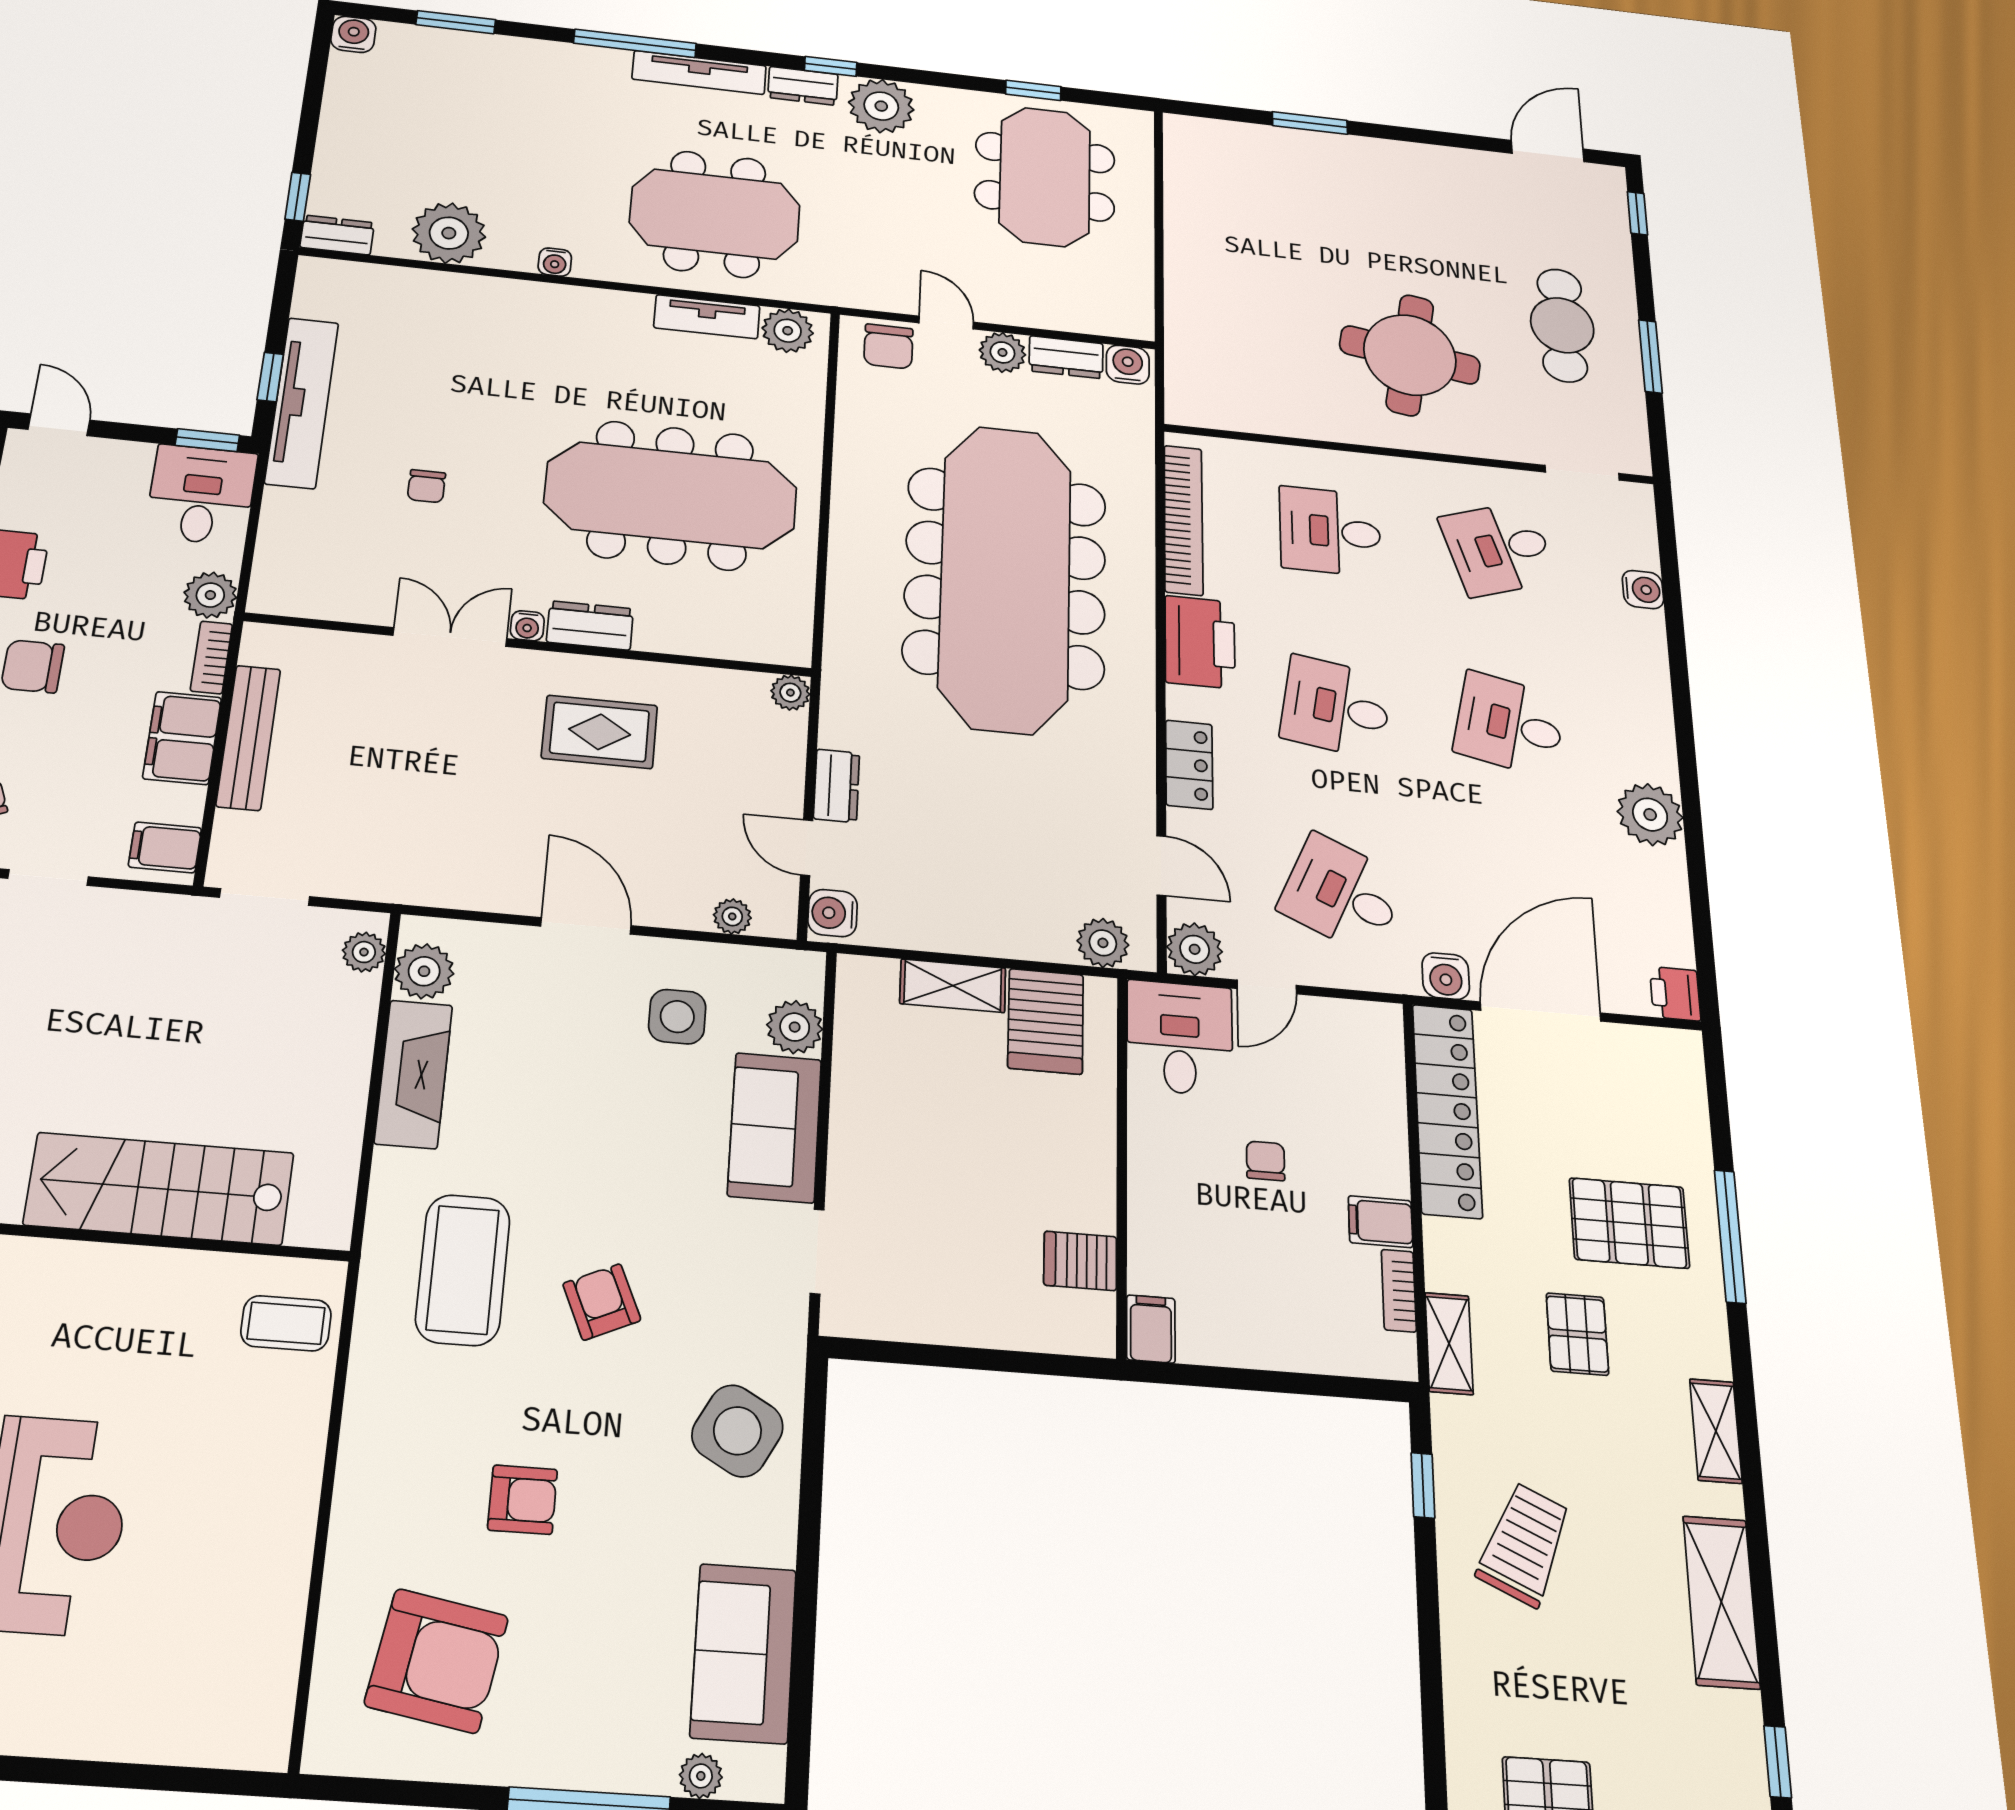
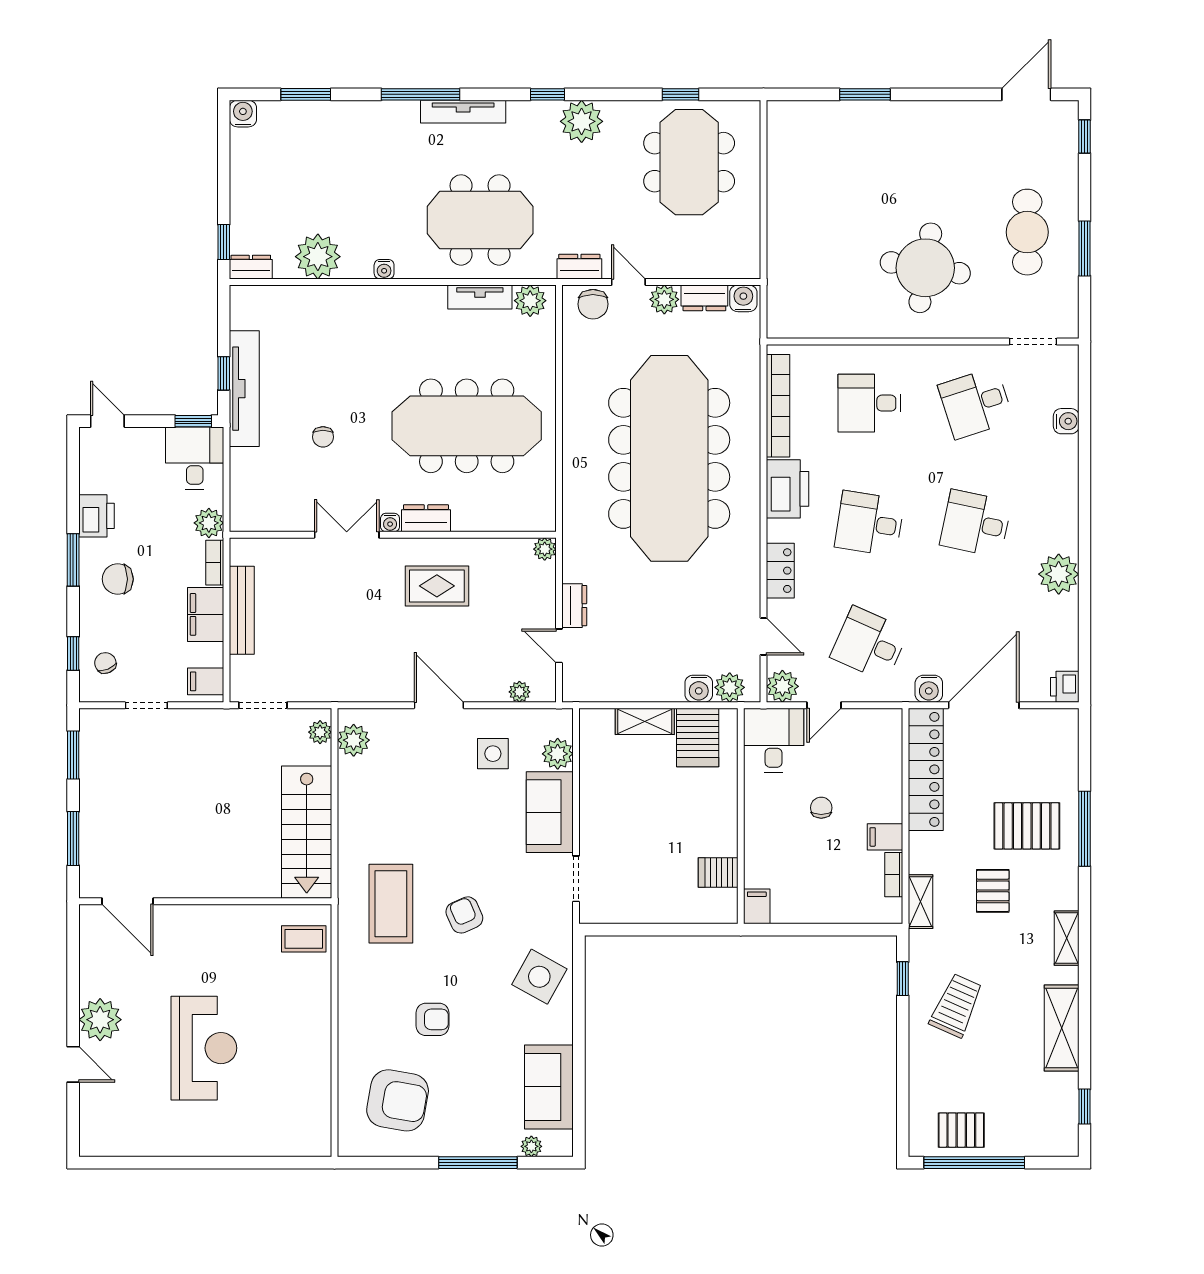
dresser: (803, 86) -> (579, 267), moved, turned 180
water cooler: (833, 913) -> (699, 689), moved, turned -90
fireplace: (414, 1074) -> (354, 799), removed
stairs: (160, 1189) -> (307, 832), moved, turned -90

